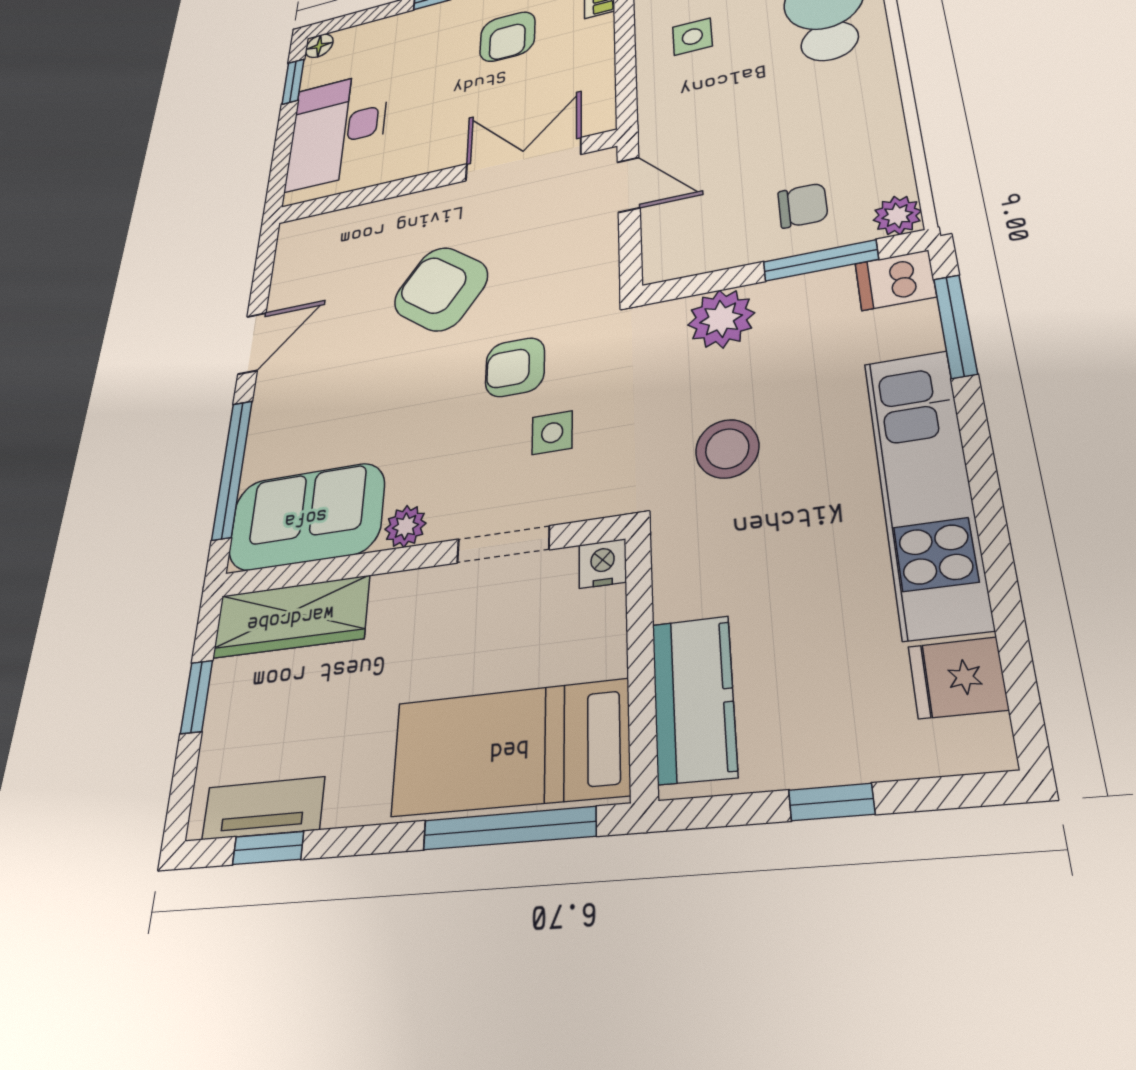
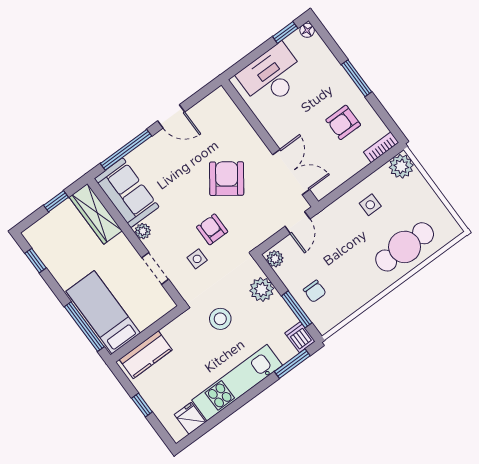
plant: (897, 215) -> (275, 259), moved
nightstand: (603, 564) -> (167, 304), removed
tv unit: (263, 808) -> (43, 250), removed

